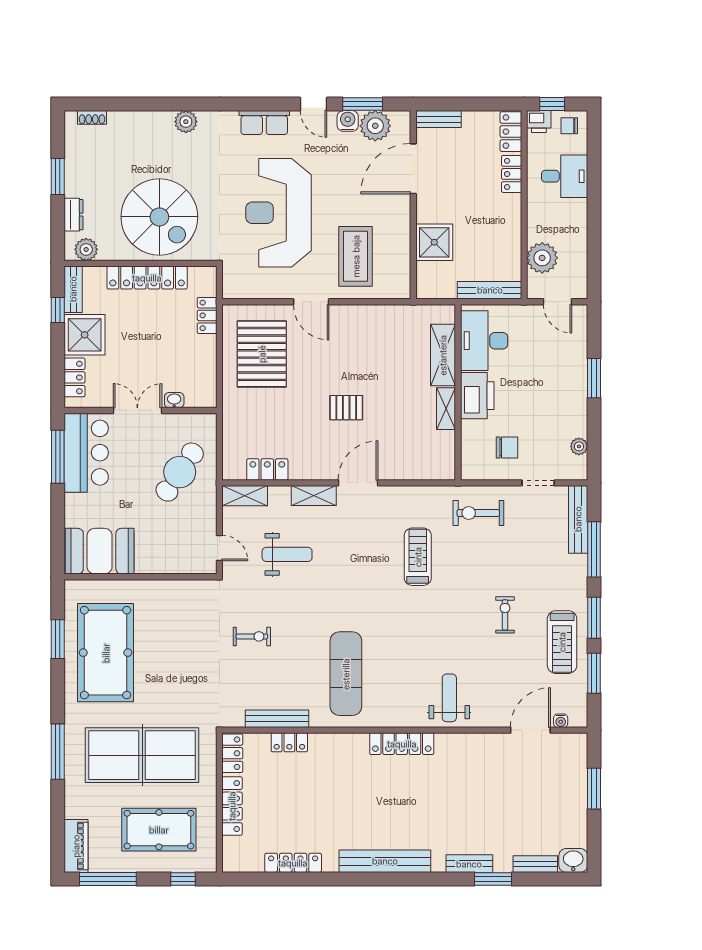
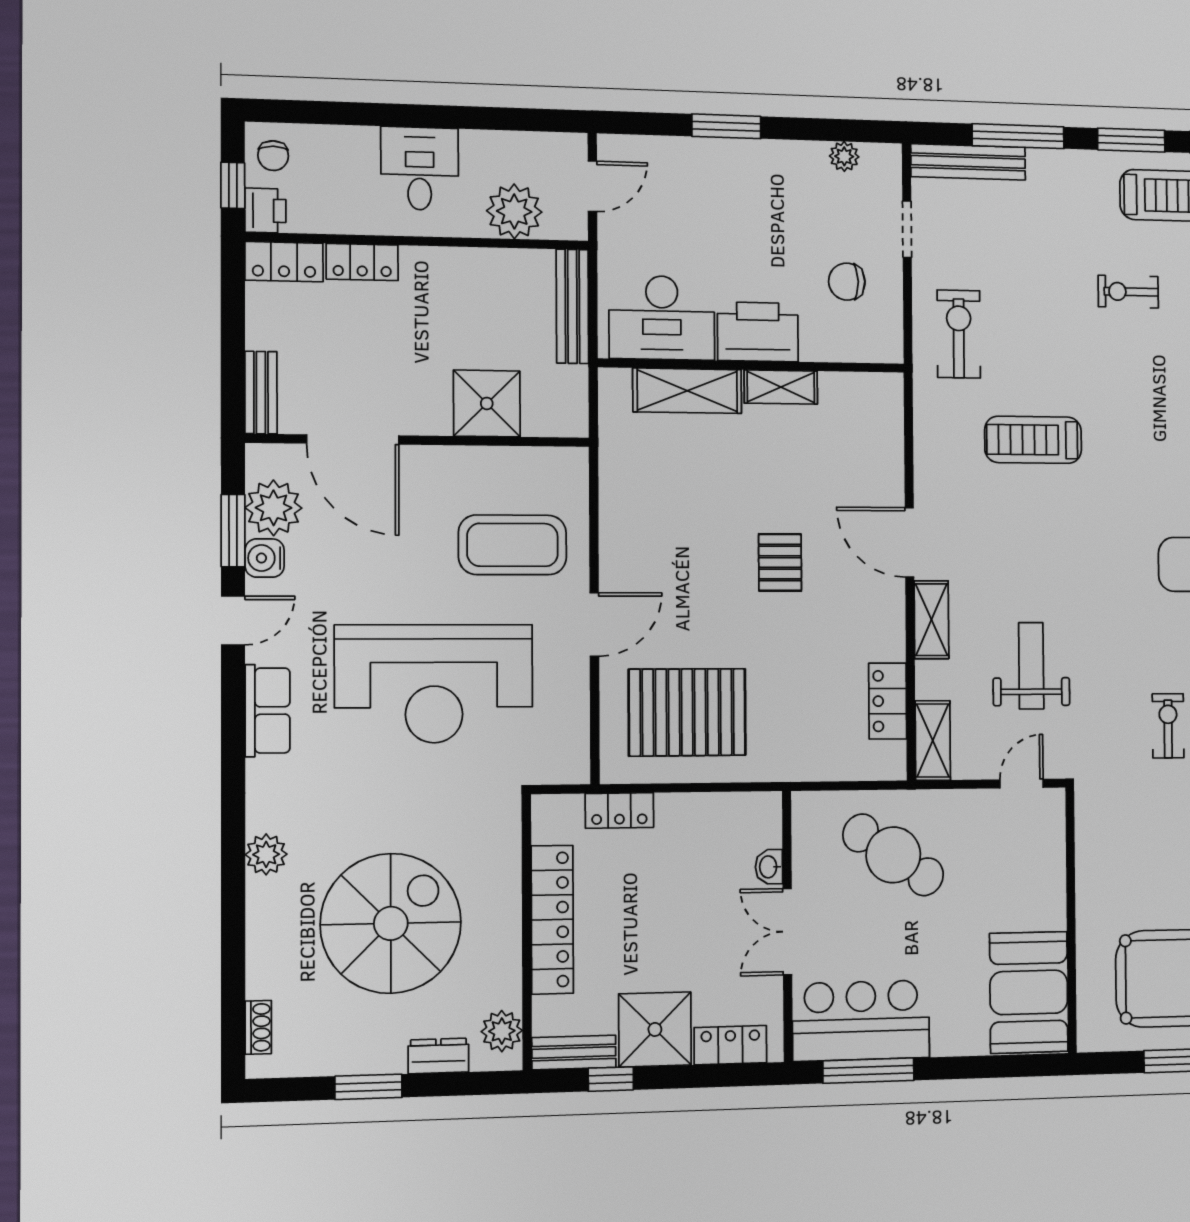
desk: (565, 176) -> (420, 168), moved
spiral stairs: (159, 217) -> (391, 923), moved
chair: (507, 447) -> (847, 282), turned -91
exercise bike: (478, 513) -> (959, 334), turned 180

